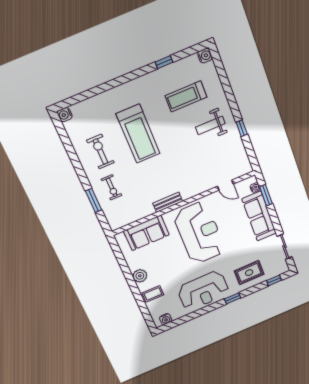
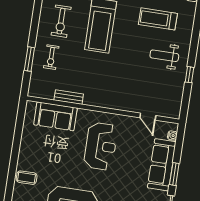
exercise bike: (100, 152) -> (61, 21), turned 180
window: (266, 195) -> (174, 174), moved
bench: (168, 202) -> (69, 97), moved
reception desk: (199, 233) -> (101, 146), width x0.74, depth x0.77
plant: (140, 276) -> (26, 153), removed

